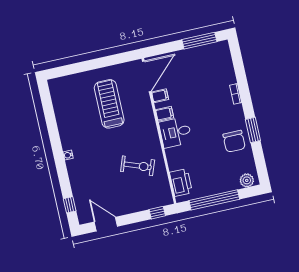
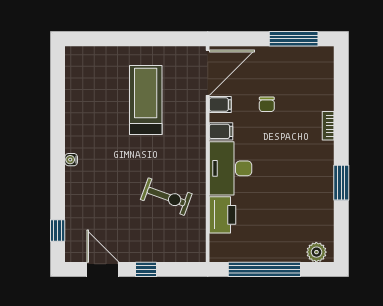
desk: (175, 132) -> (231, 168), width x1.37
chair: (234, 141) -> (267, 104), moved, width x0.54, depth x0.54
printer: (181, 182) -> (223, 215), moved
window: (157, 213) -> (146, 269), moved

